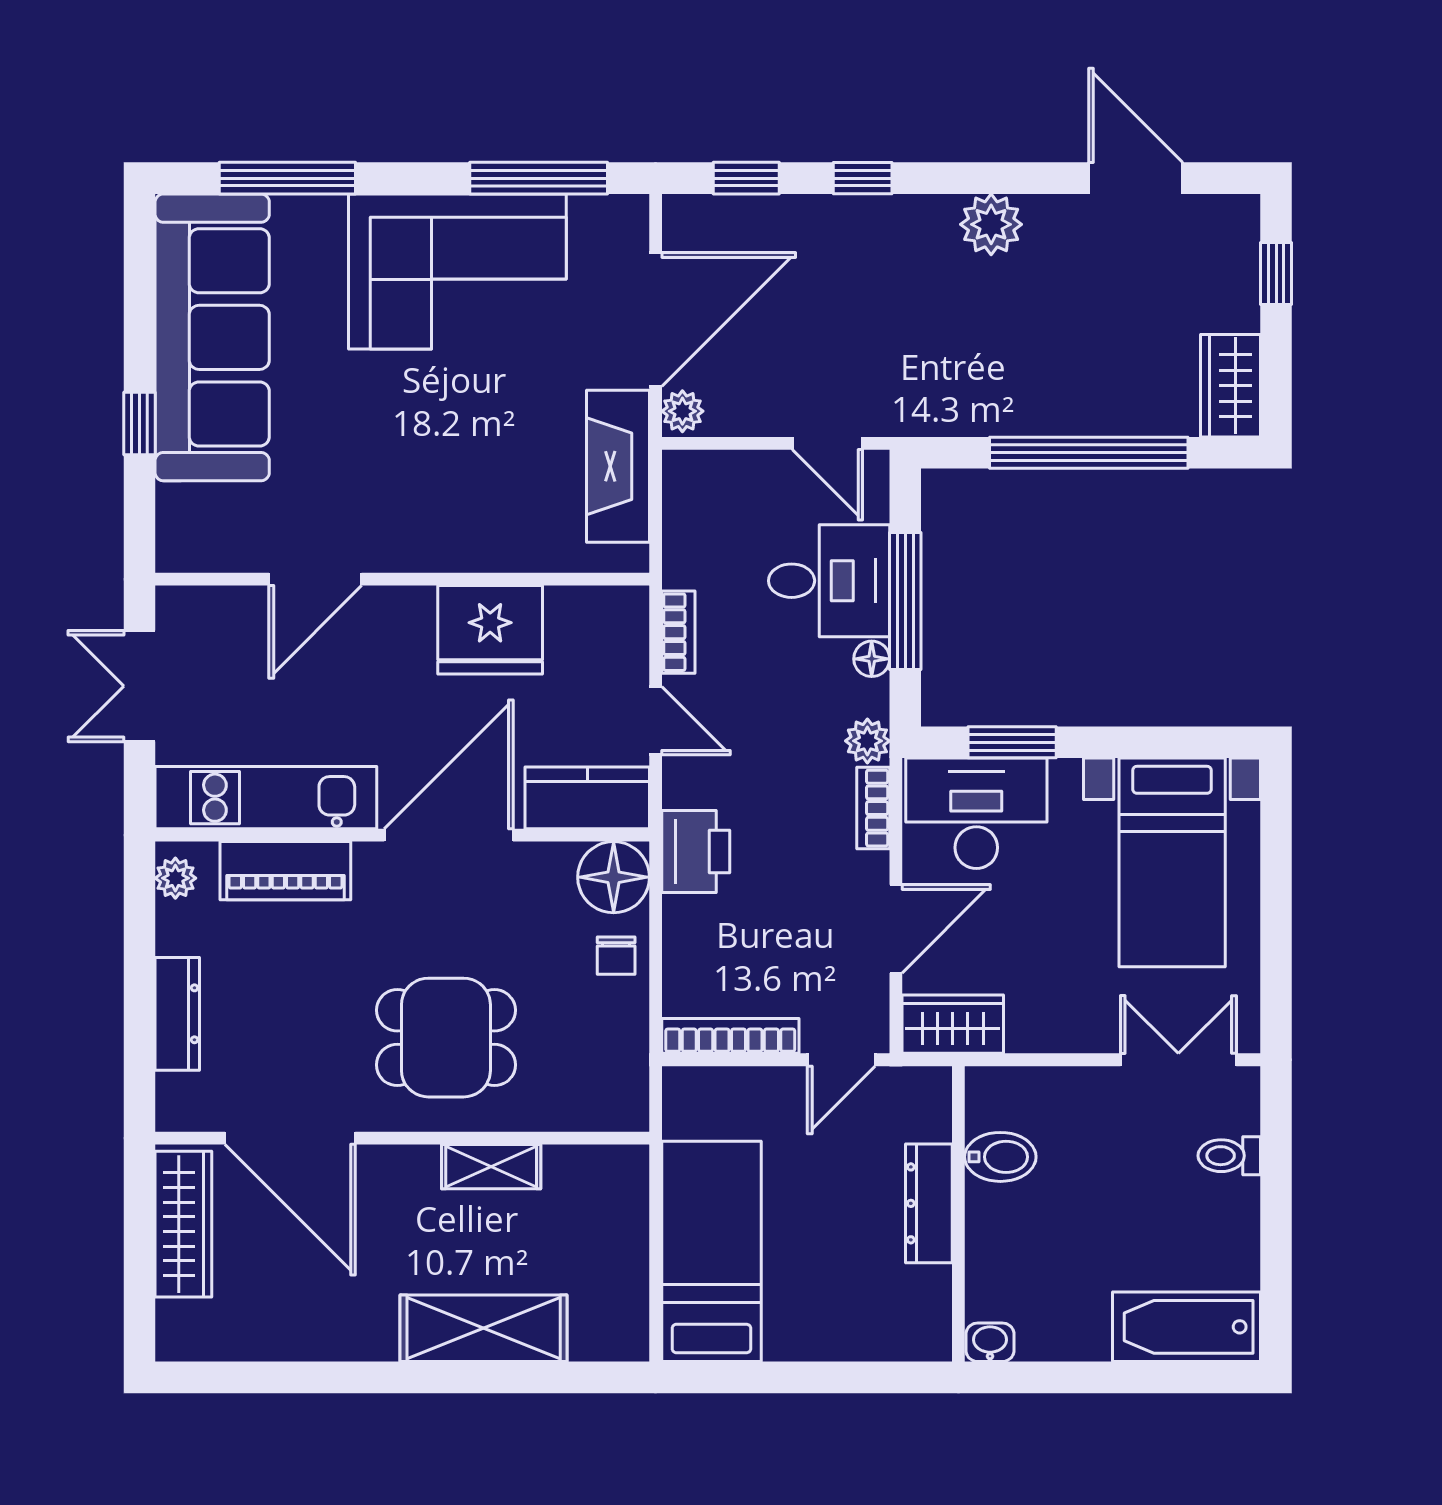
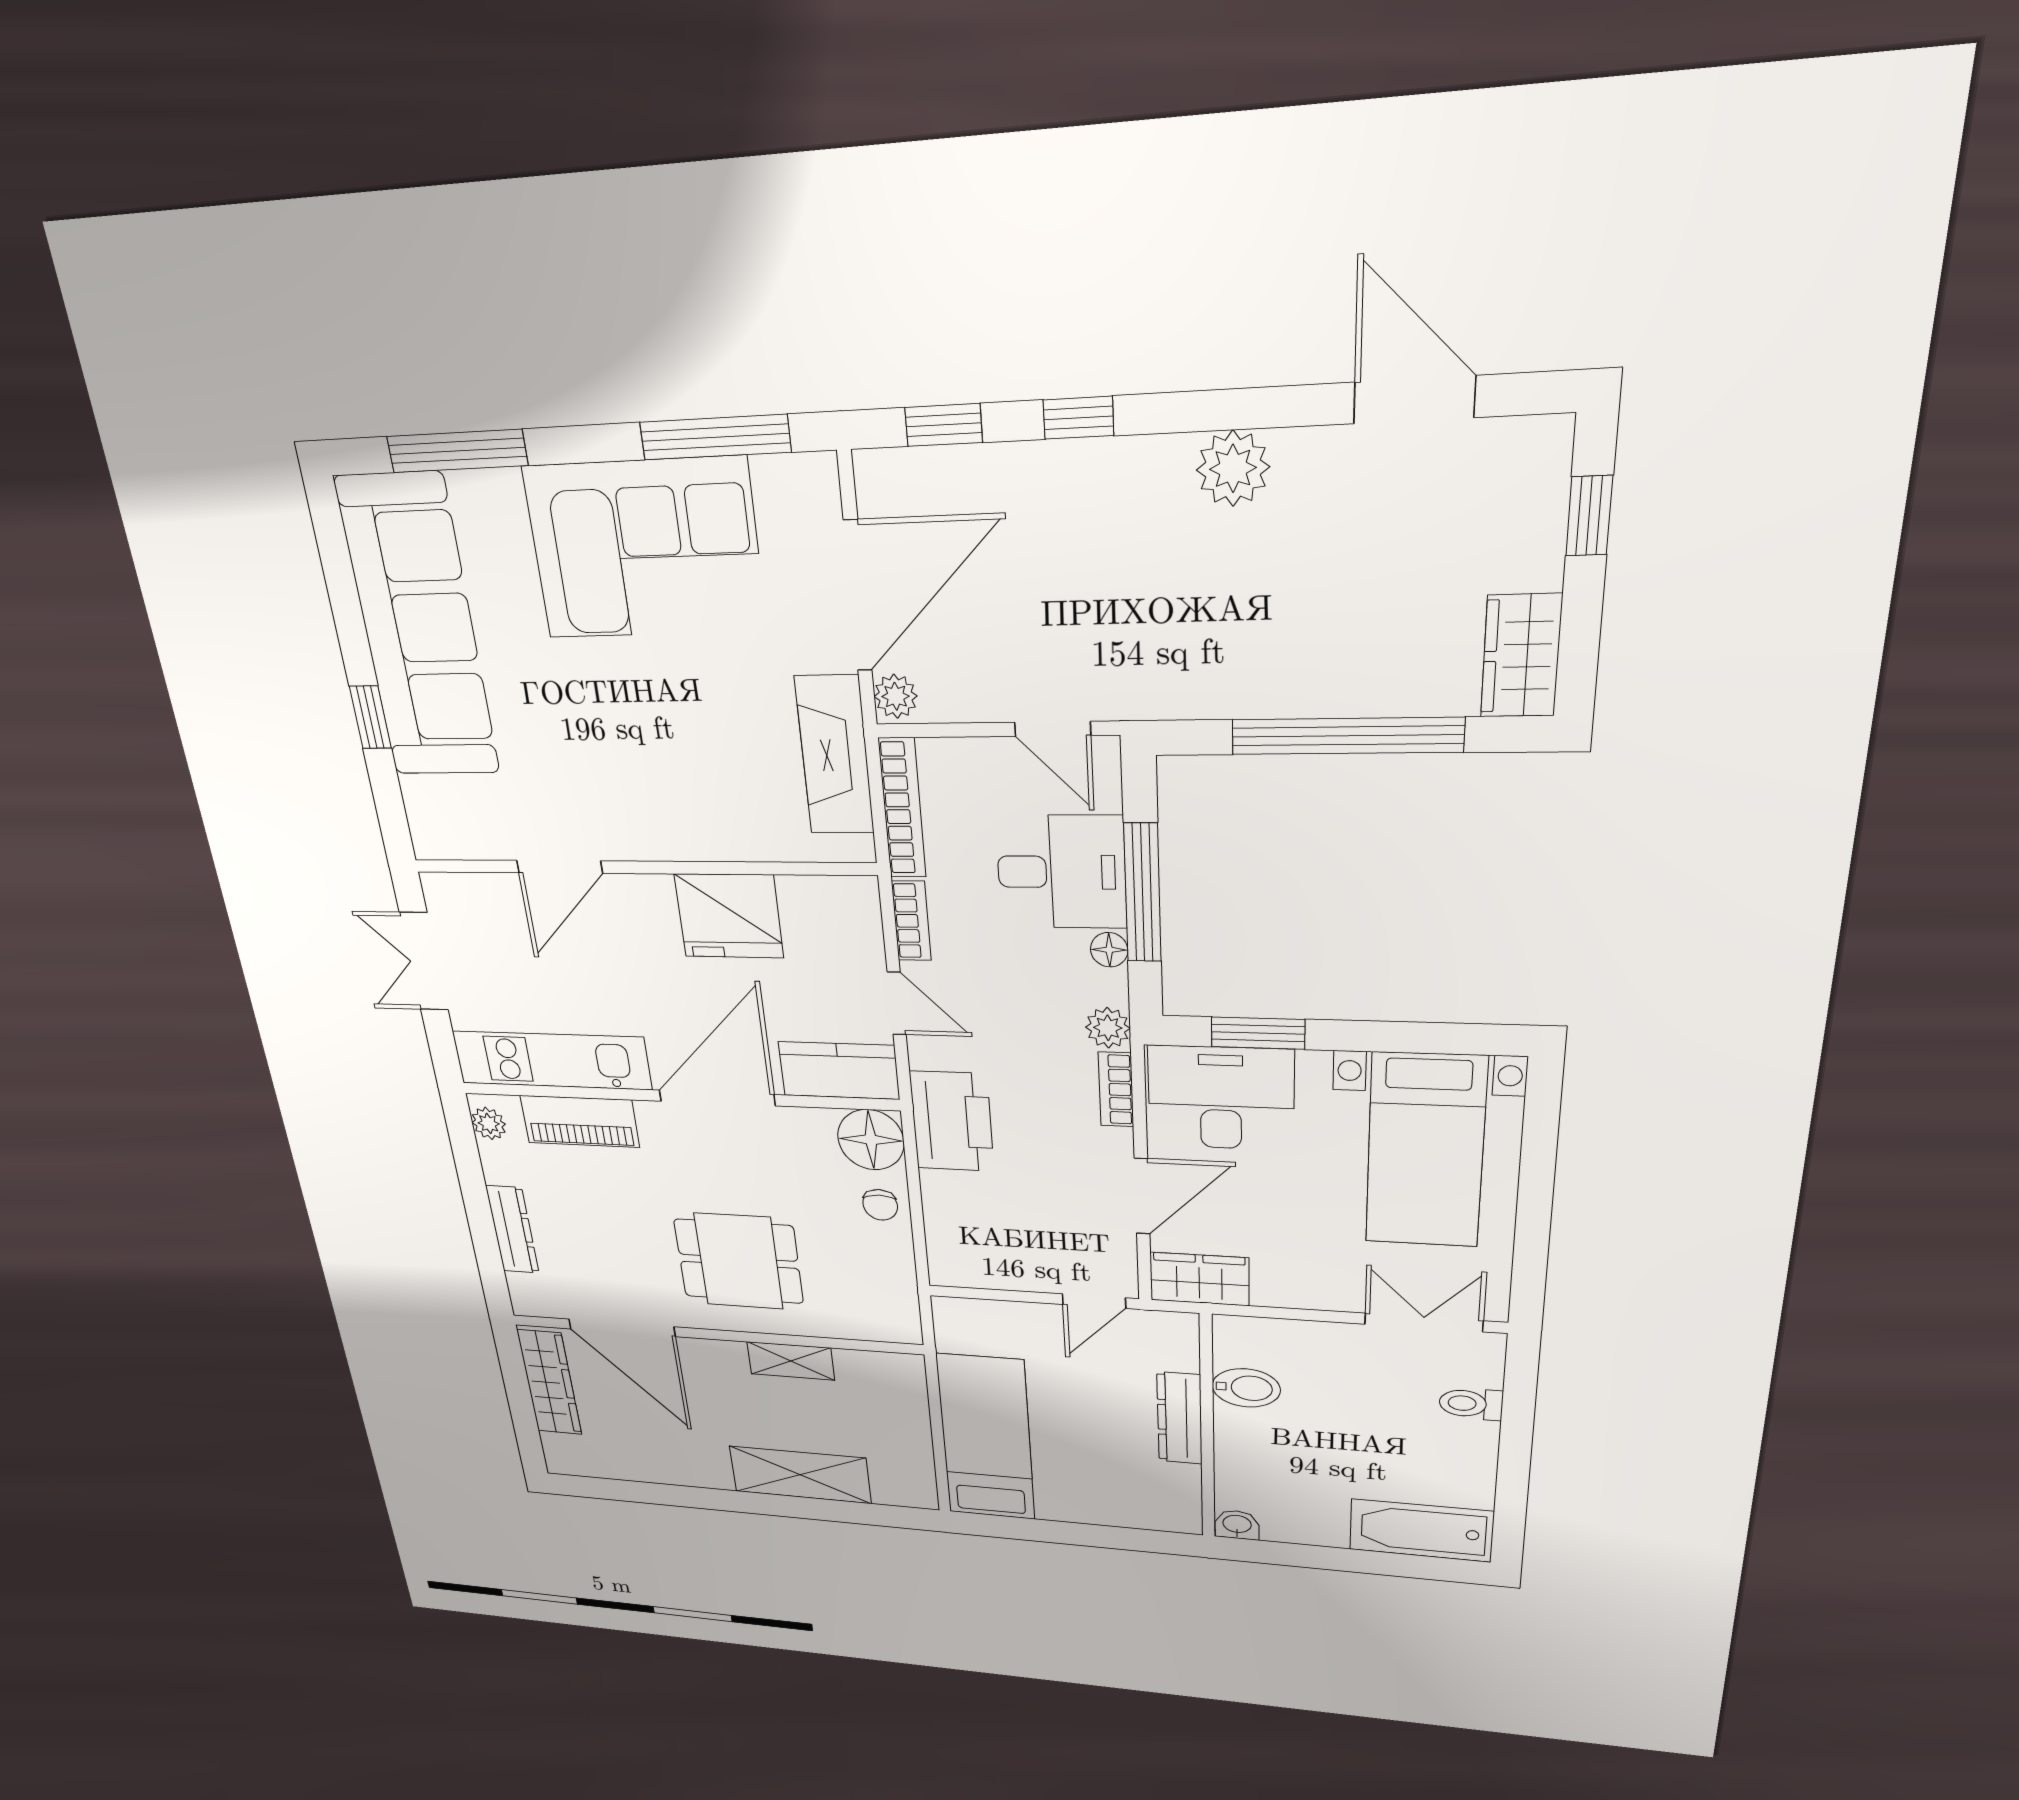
printer: (696, 852) -> (952, 1121), width x1.37, depth x1.19
bookcase: (730, 1036) -> (902, 808), moved, turned 90

